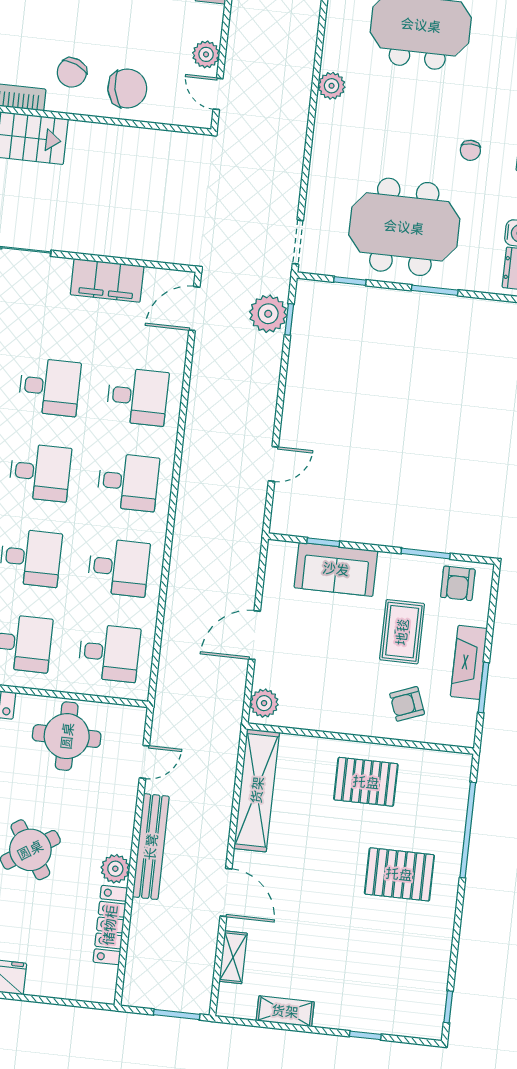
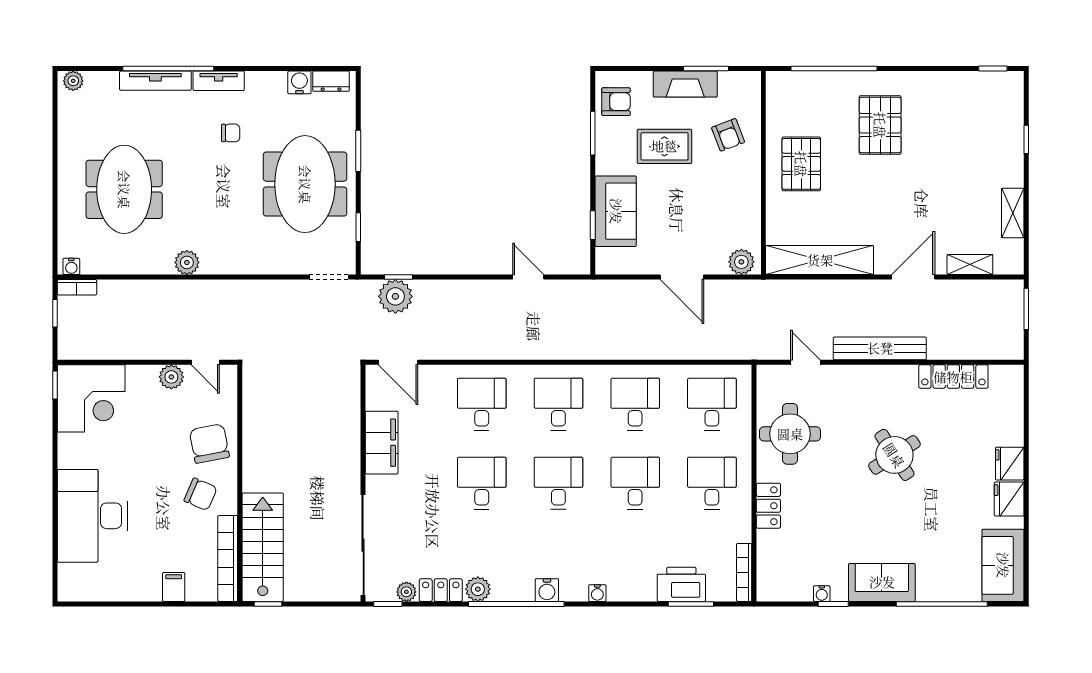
door: (218, 94) -> (205, 362), hinge flipped
plant: (115, 869) -> (903, 378), removed

